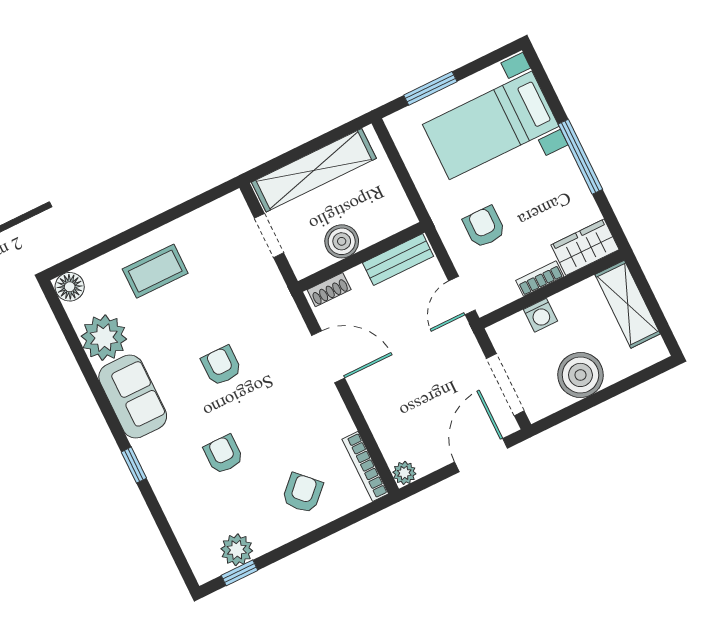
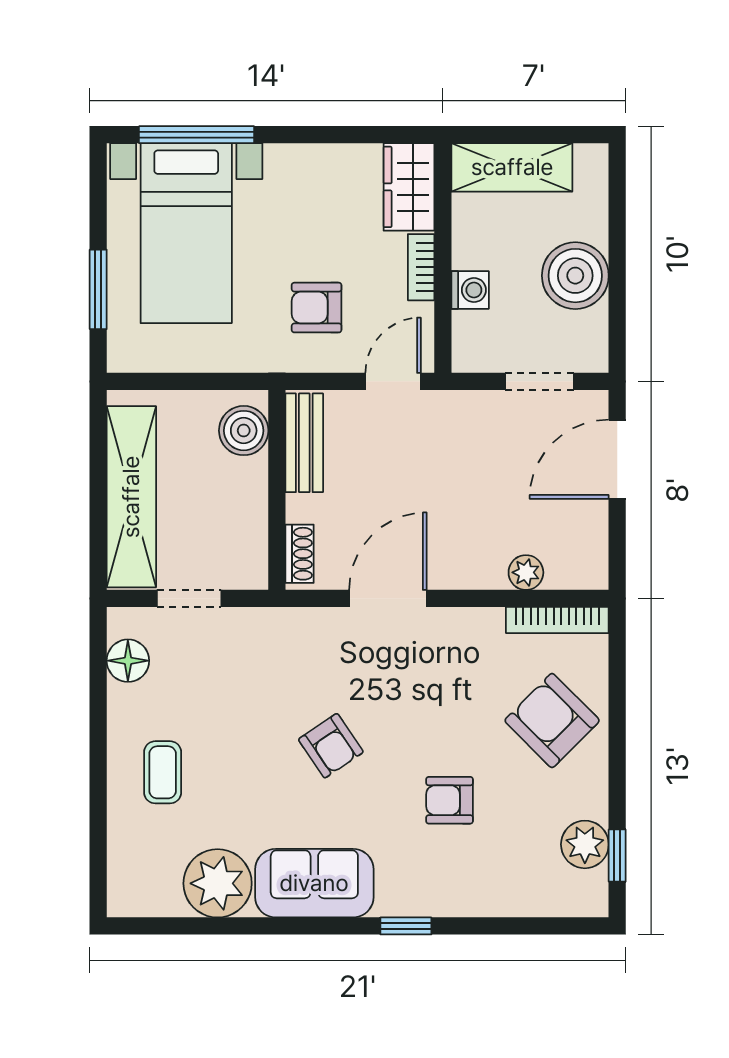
window: (580, 157) -> (197, 135), moved
boiler: (342, 241) -> (244, 431), moved
coffee table: (155, 271) -> (163, 772), width x0.73, depth x0.77
floor lamp: (70, 287) -> (128, 661), moved
door: (462, 295) -> (393, 381), swing flipped
armchair: (221, 366) -> (331, 746), turned -124
doorway: (505, 385) -> (539, 381), width x0.73
door: (481, 455) -> (617, 459), hinge flipped
plant: (404, 473) -> (526, 572), moved
armchair: (302, 493) -> (552, 721), width x1.38, depth x1.38

